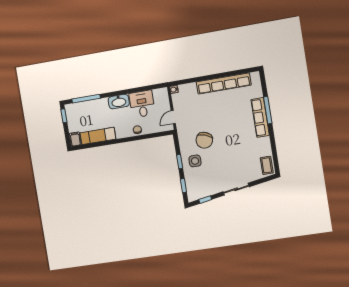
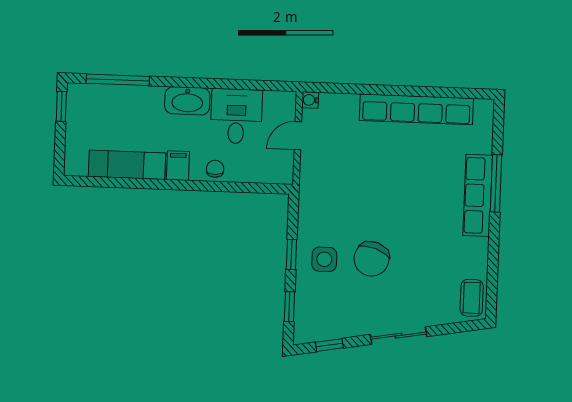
door: (173, 117) -> (298, 136), moved
filing cabinet: (75, 139) -> (178, 166), moved
chair: (204, 140) -> (372, 259), moved

